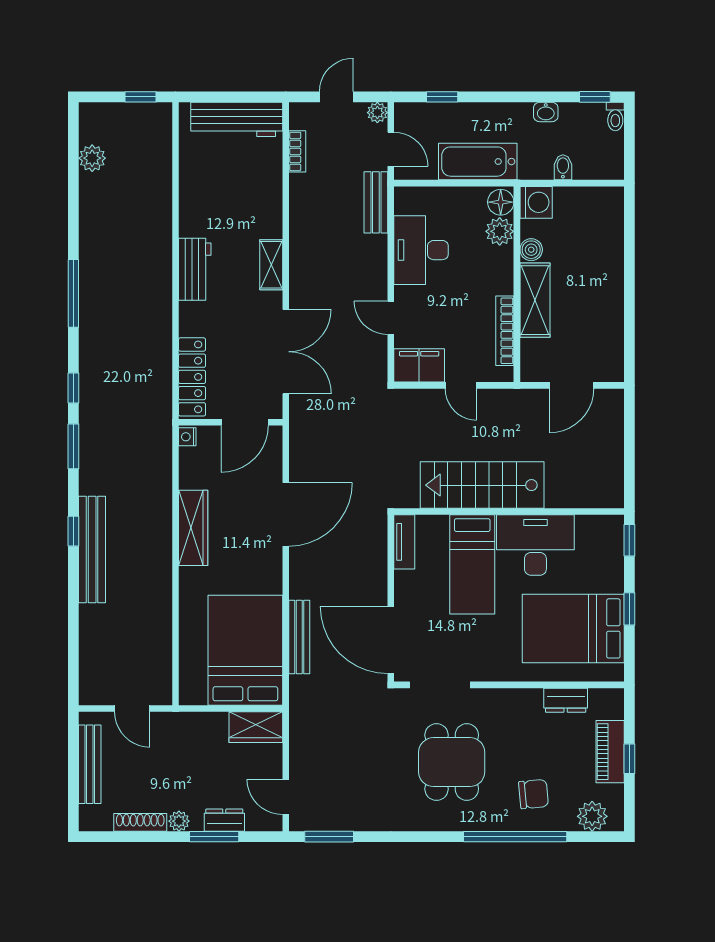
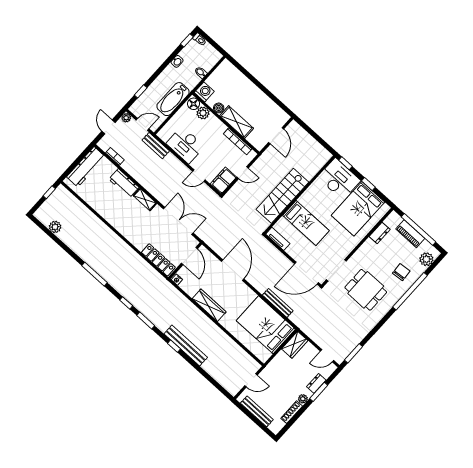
workbench: (195, 269) -> (124, 183), moved, turned 180
desk: (535, 545) -> (339, 179), moved, turned 90
window: (629, 759) -> (418, 229), width x3.17

